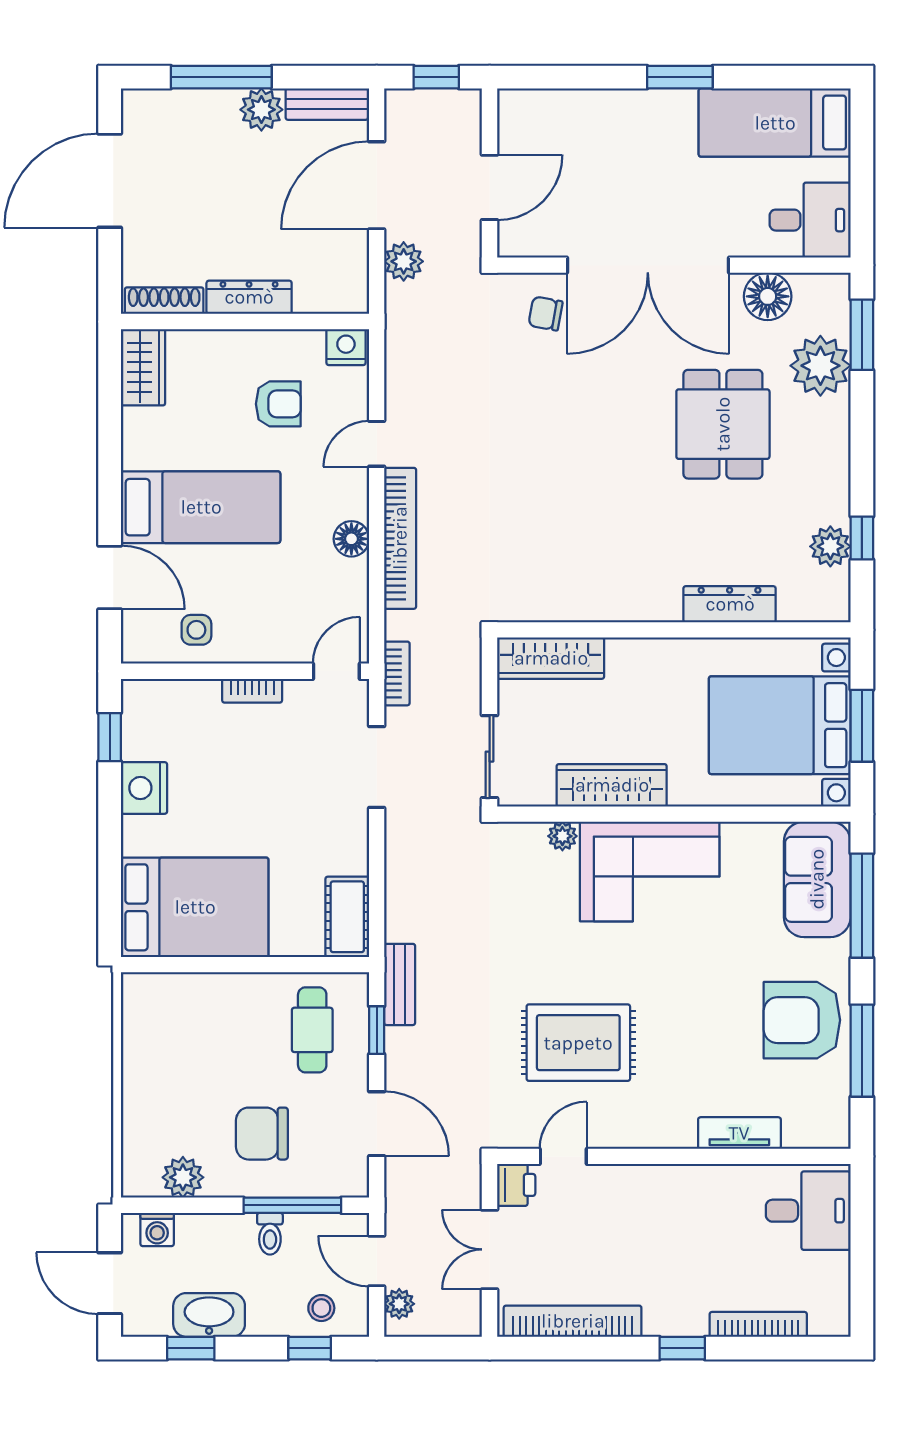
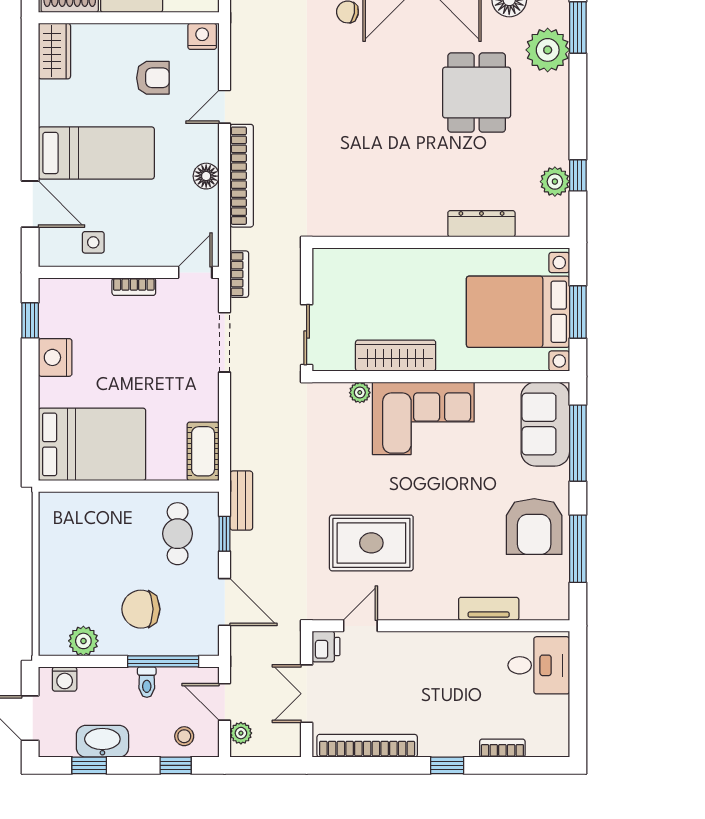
wardrobe: (551, 658) -> (351, 263), removed
armchair: (802, 1020) -> (534, 527), turned -90
bookcase: (758, 1324) -> (502, 748), width x0.64

